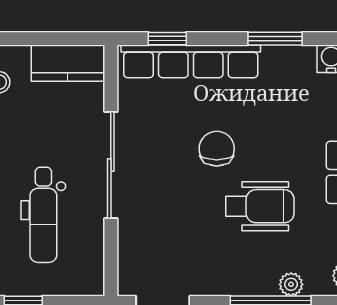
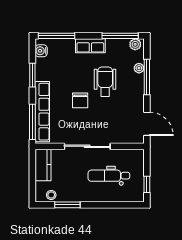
window: (167, 39) -> (32, 122), width x2.17
chair: (217, 149) -> (80, 100), turned -90
dental chair: (43, 215) -> (109, 176), turned 180

